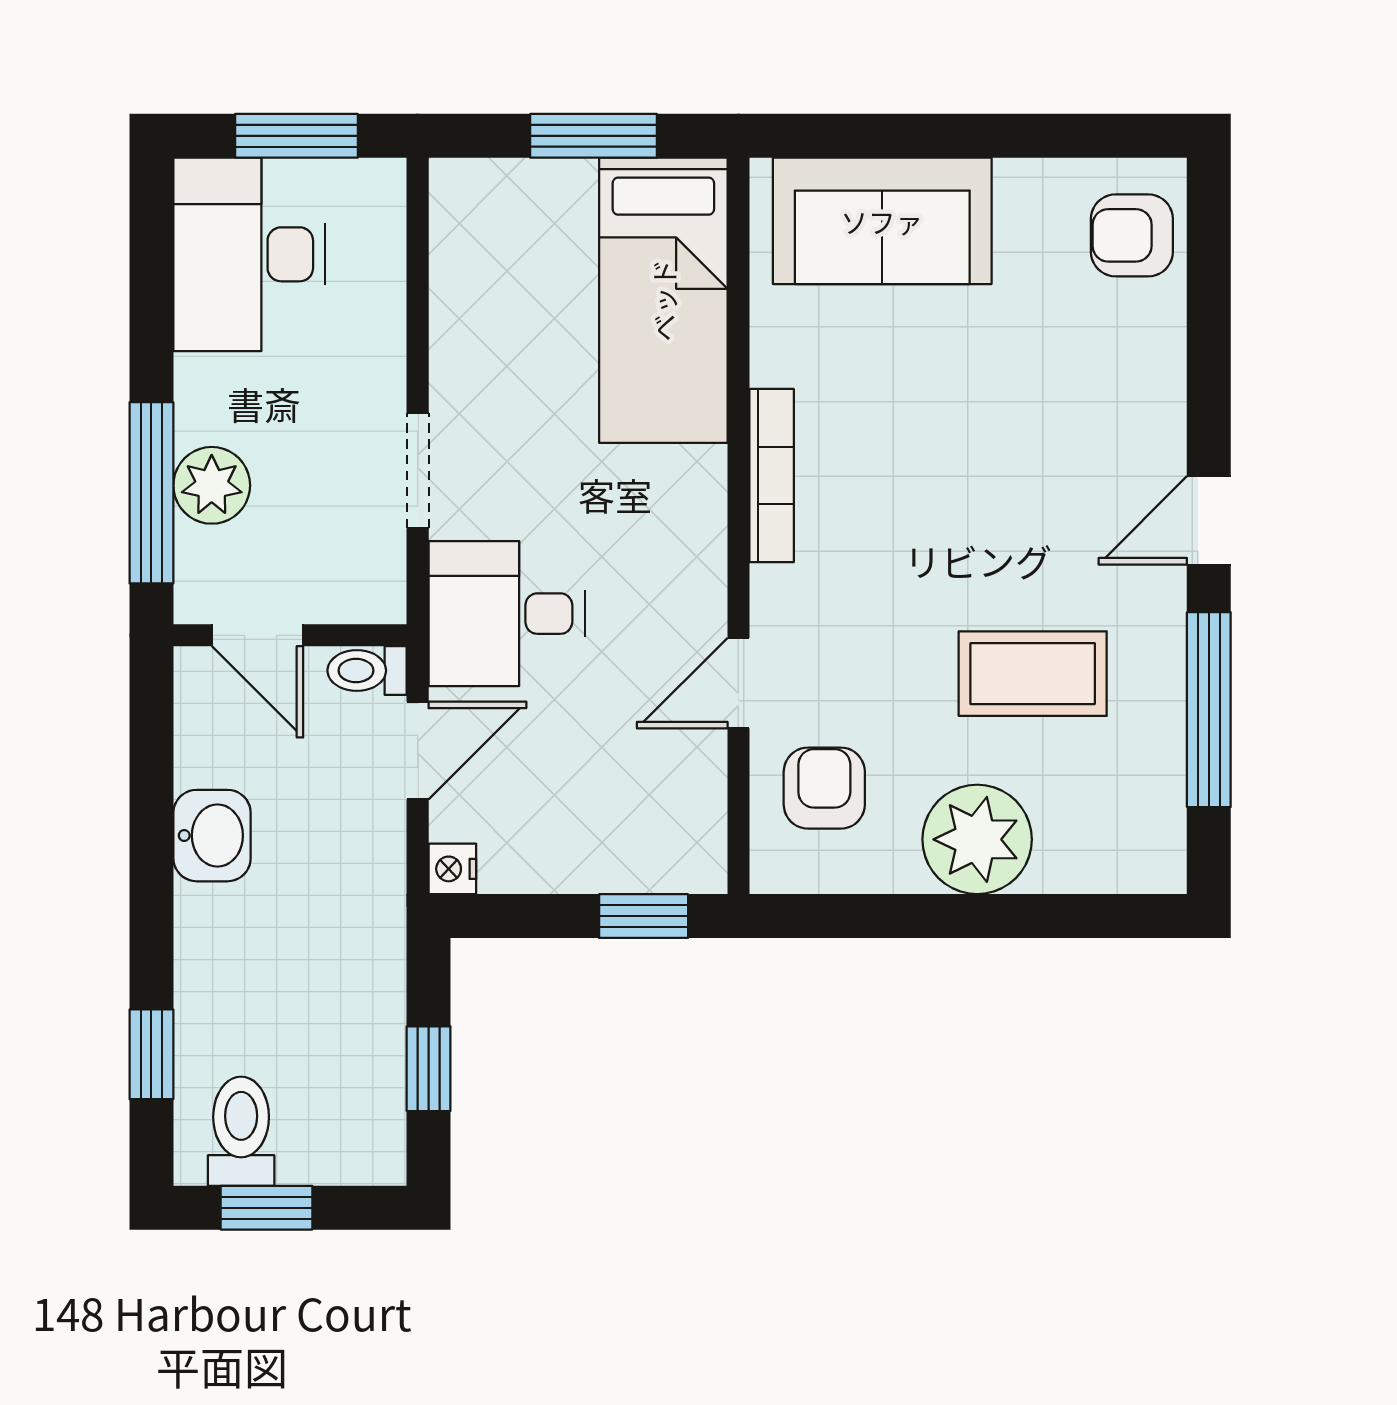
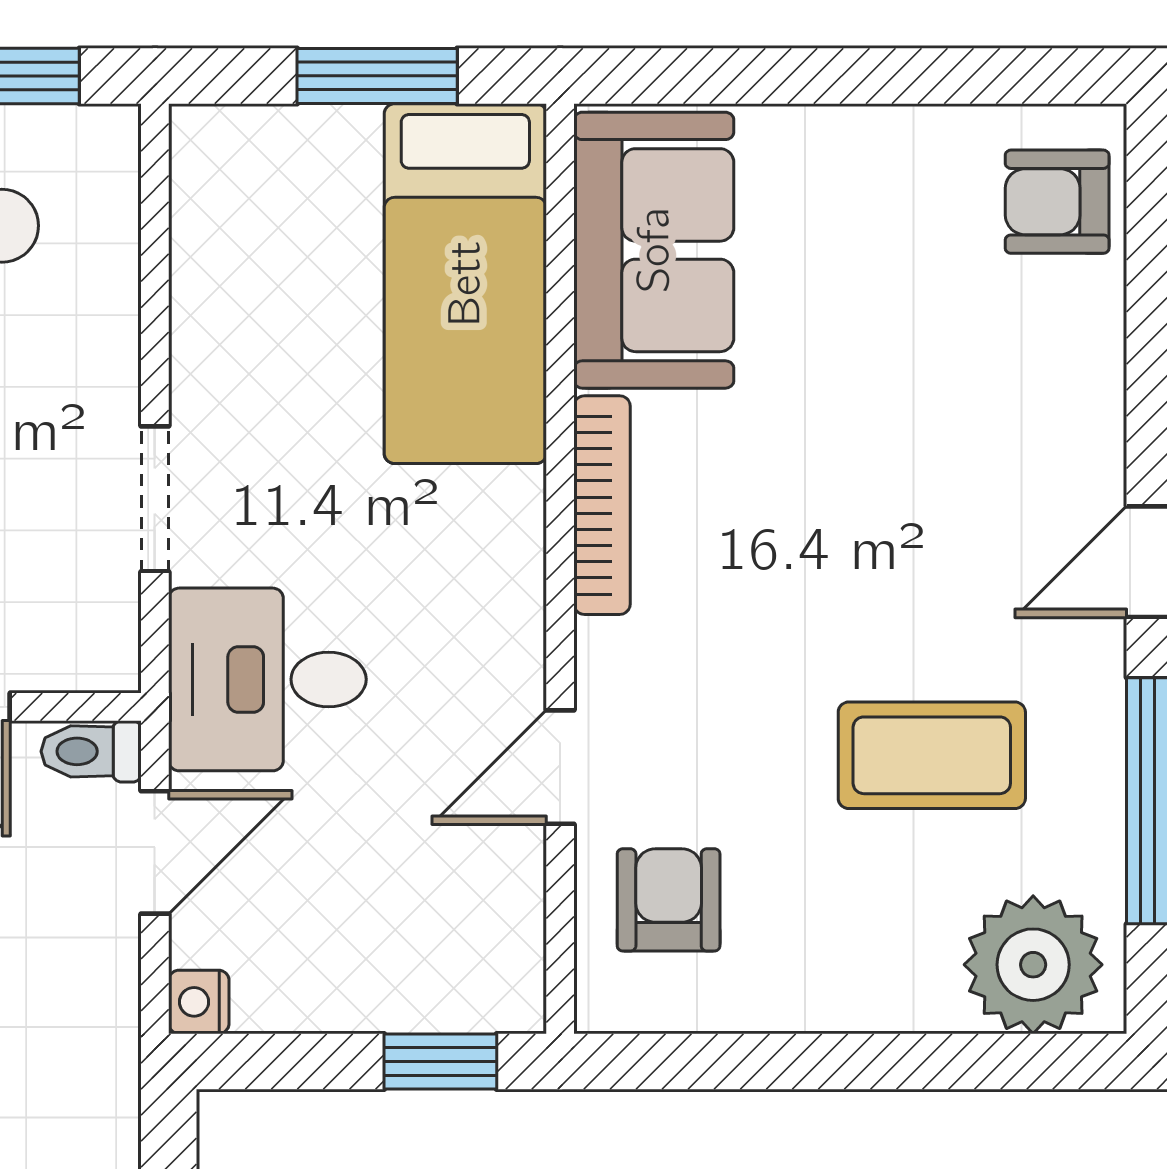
sofa: (882, 221) -> (654, 250), moved, turned -90
plant: (977, 839) -> (1033, 965), moved

